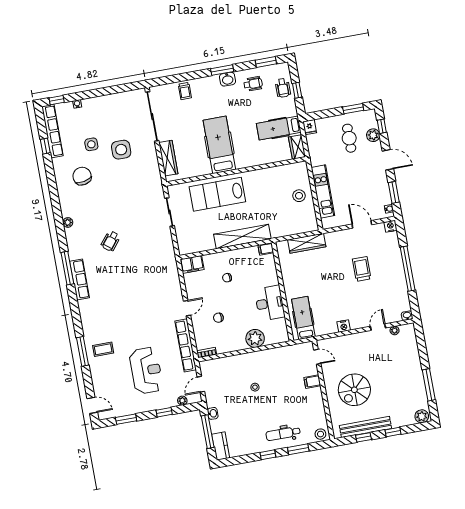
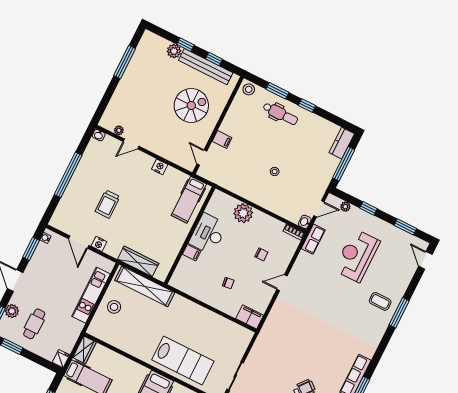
nightstand: (390, 226) -> (99, 244), moved
shelving: (242, 237) -> (145, 286), moved
filing cabinet: (266, 249) -> (192, 253), moved
row of seats: (186, 345) -> (313, 239), width x0.50
washbasin: (213, 413) -> (305, 222), moved
plant: (422, 416) -> (174, 51), moved

